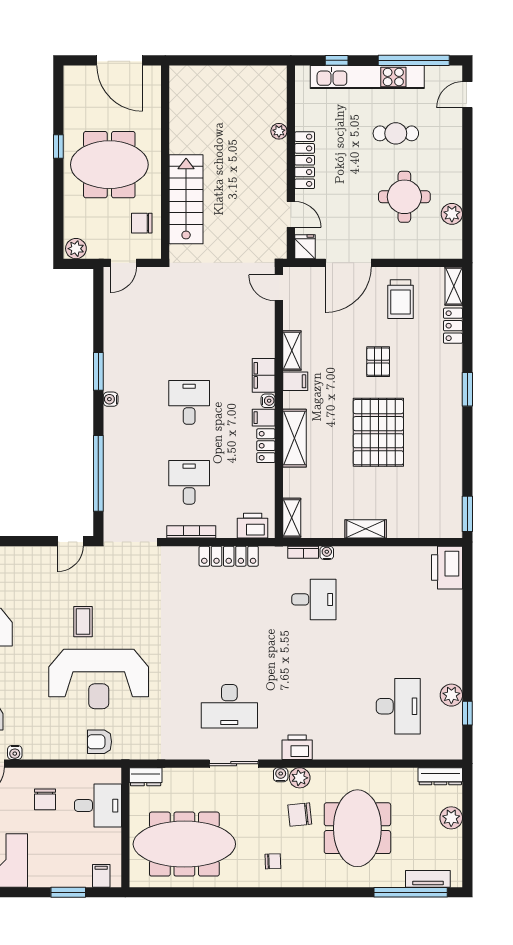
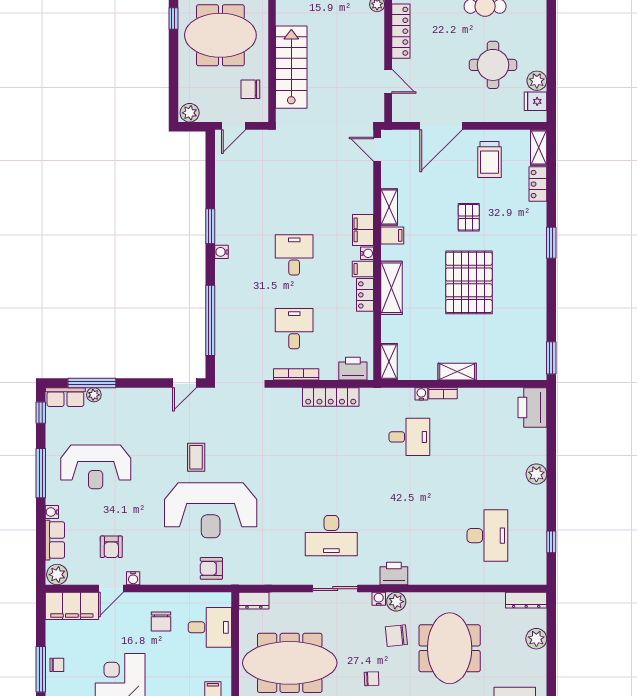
fridge: (305, 247) -> (535, 101), moved, turned -90
bookcase: (303, 552) -> (443, 393), moved
plant: (451, 695) -> (536, 474), moved

